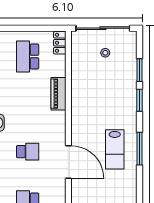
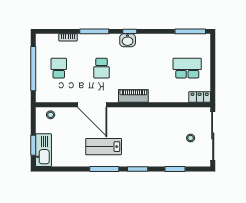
piano: (58, 94) -> (133, 96), moved
window: (140, 100) -> (138, 169), moved
door: (68, 162) -> (92, 105), hinge flipped

